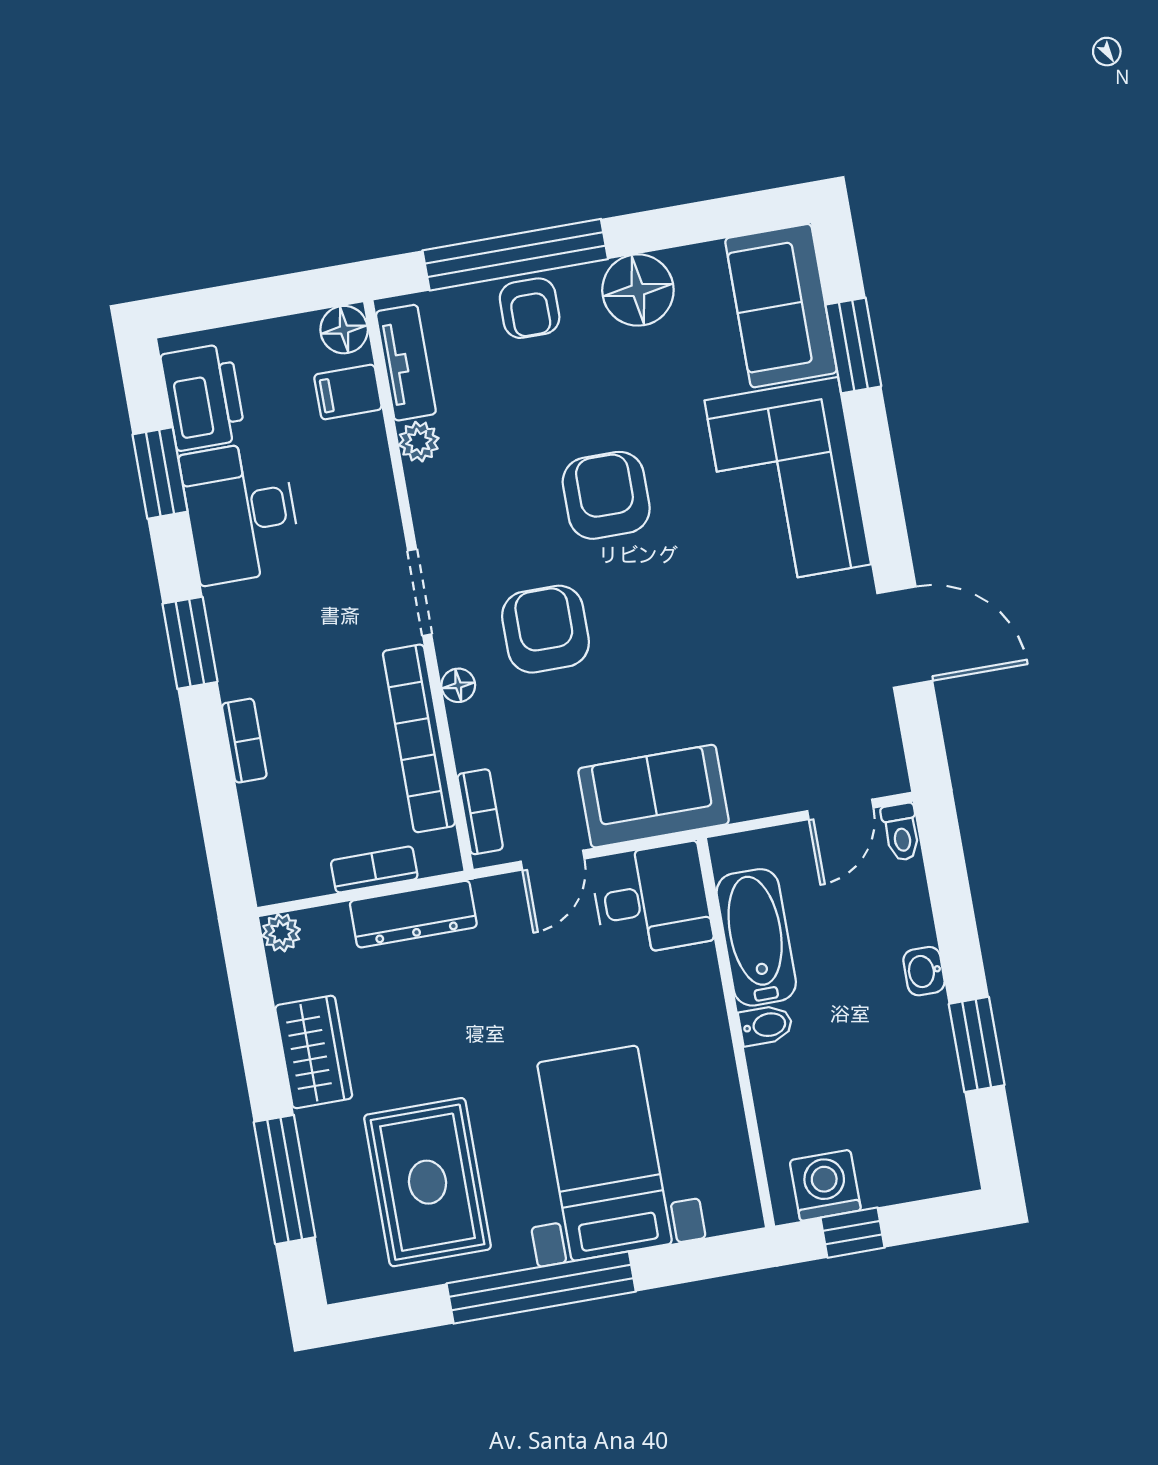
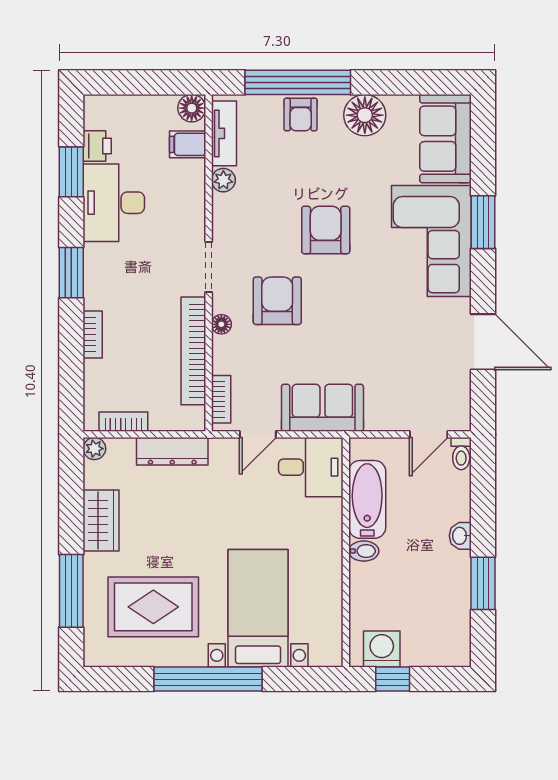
window: (853, 345) -> (483, 222), moved
printer: (203, 397) -> (97, 146), width x0.53, depth x0.68
bookcase: (374, 870) -> (123, 422), moved
rug: (428, 1182) -> (153, 607), turned 90

